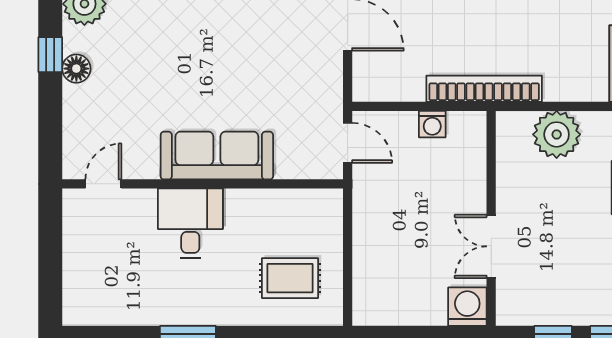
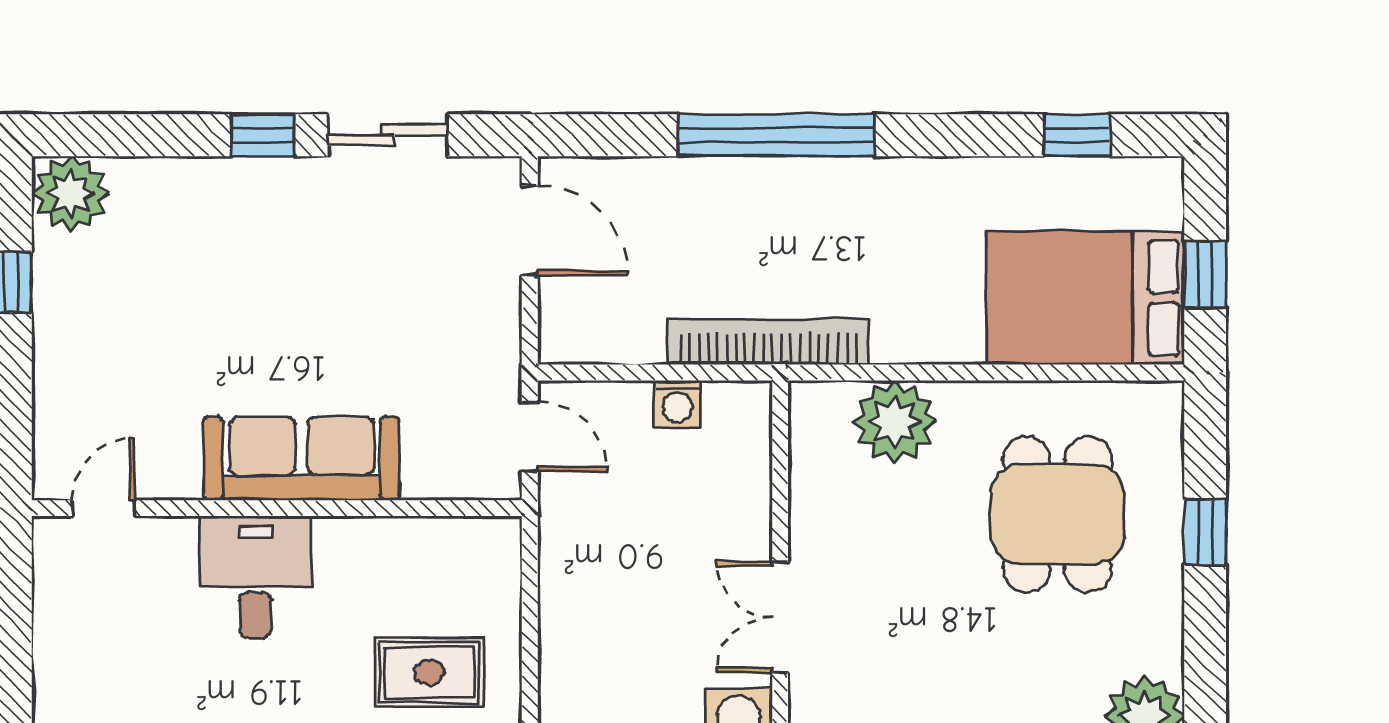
floor lamp: (76, 69) -> (56, 307), removed

